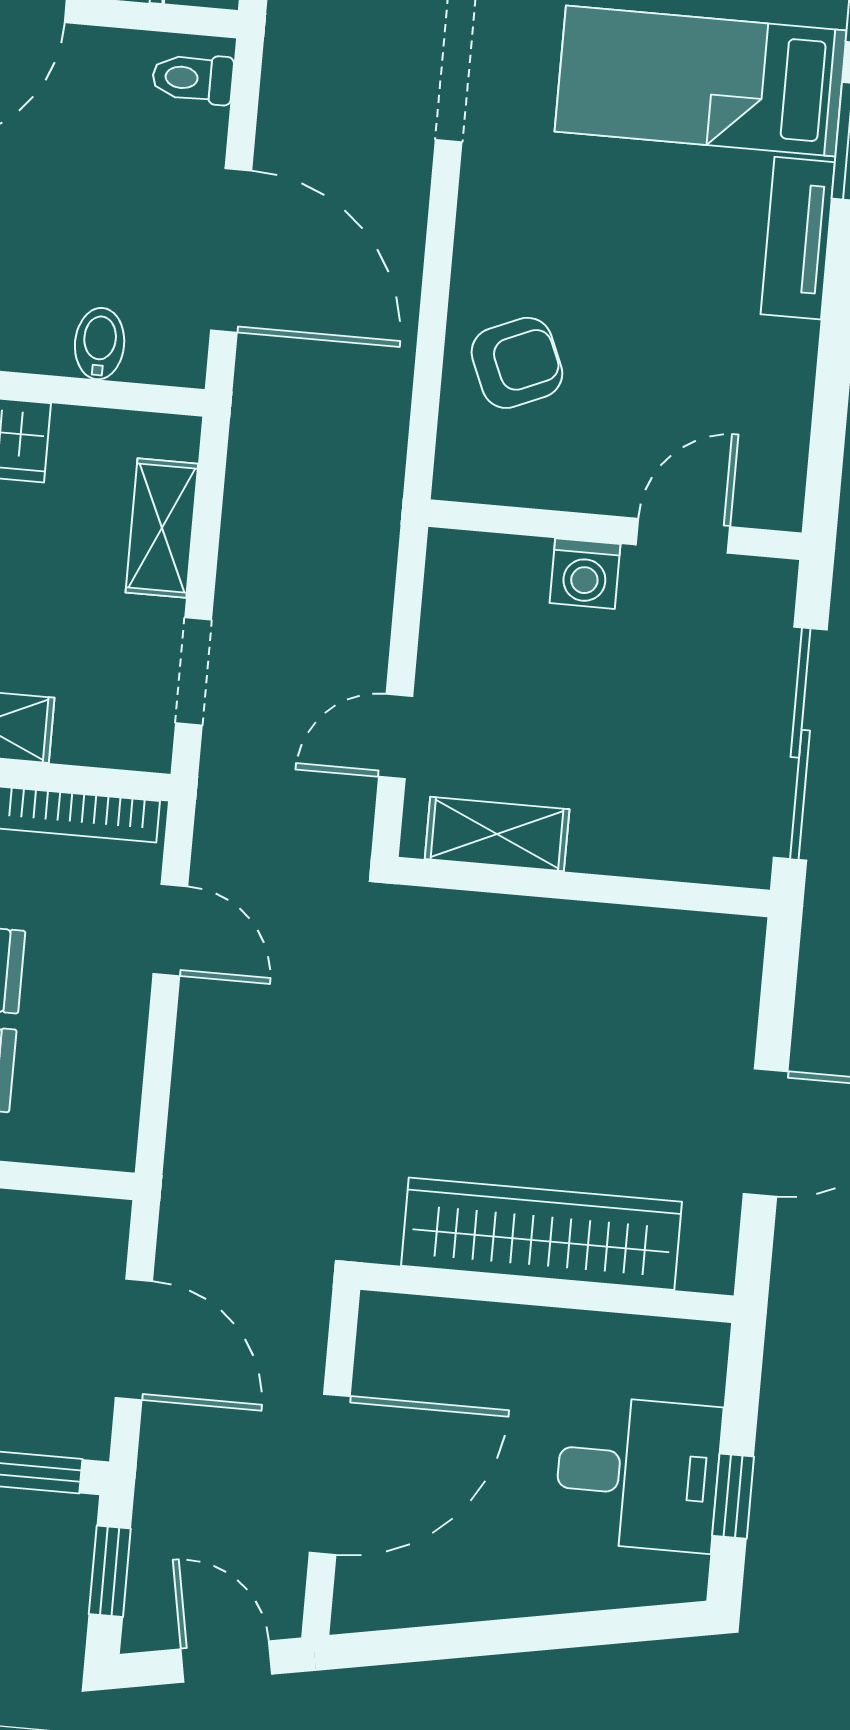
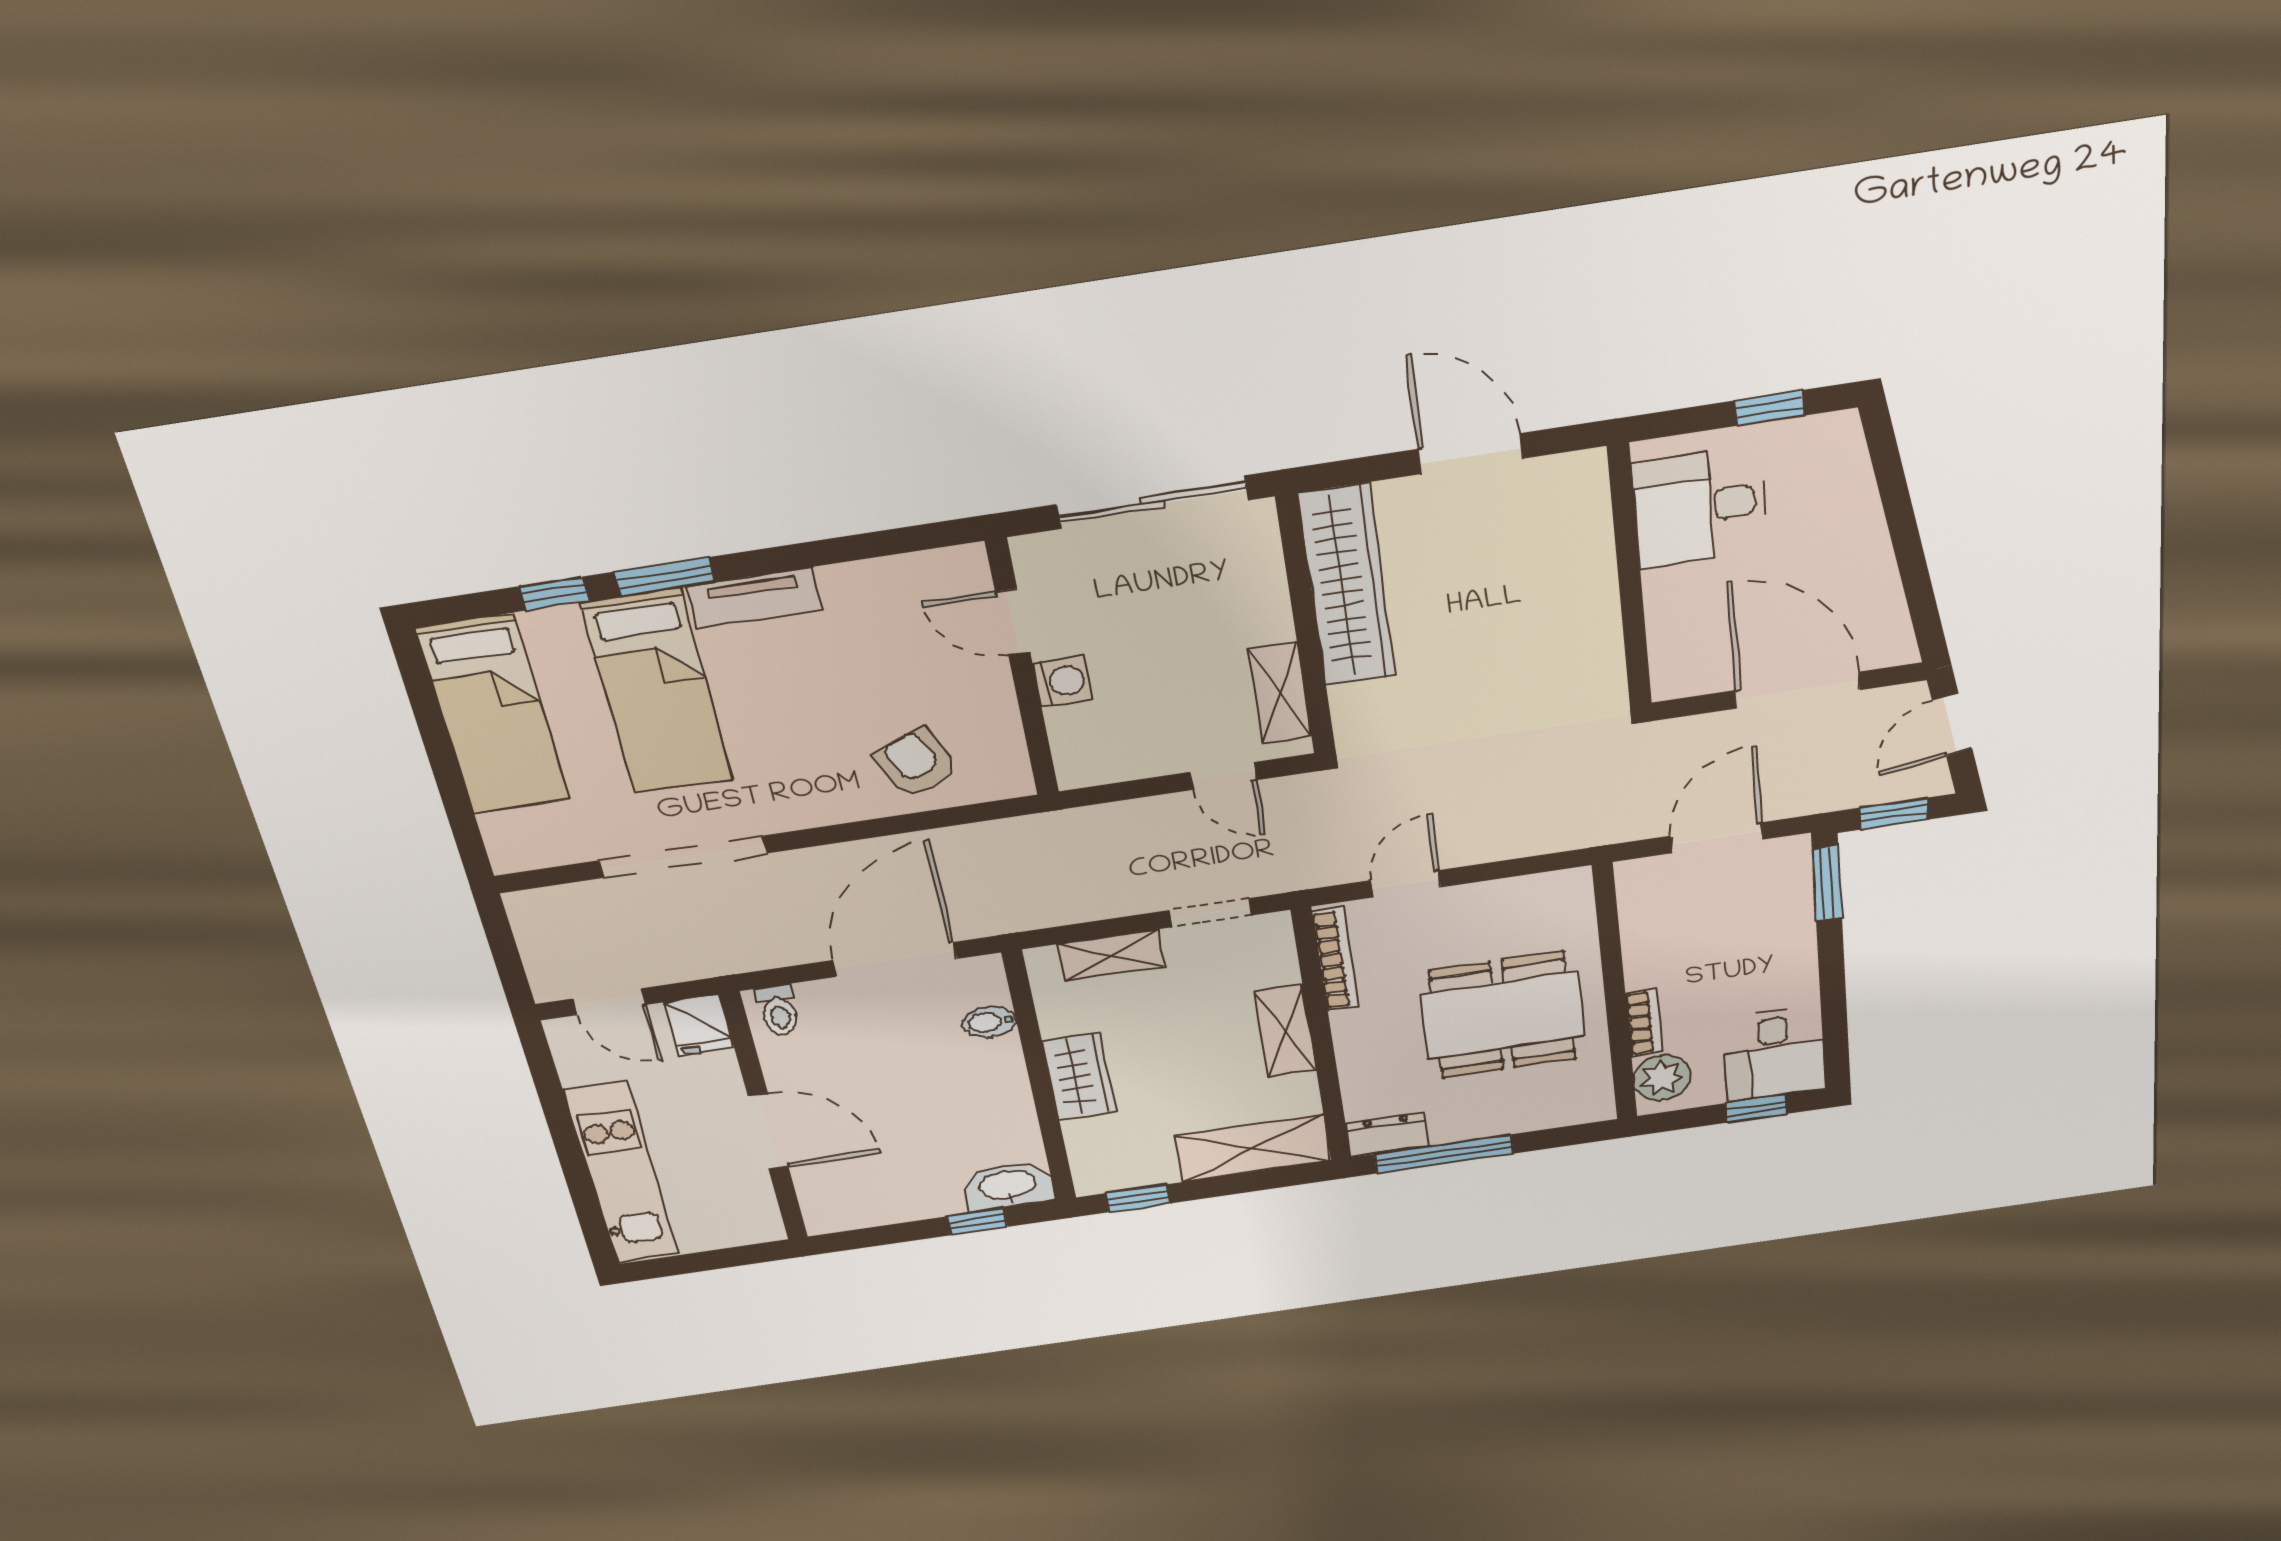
wardrobe: (542, 1234) -> (1347, 585), moved, turned 180
desk: (638, 1474) -> (1700, 507), moved, turned -90

